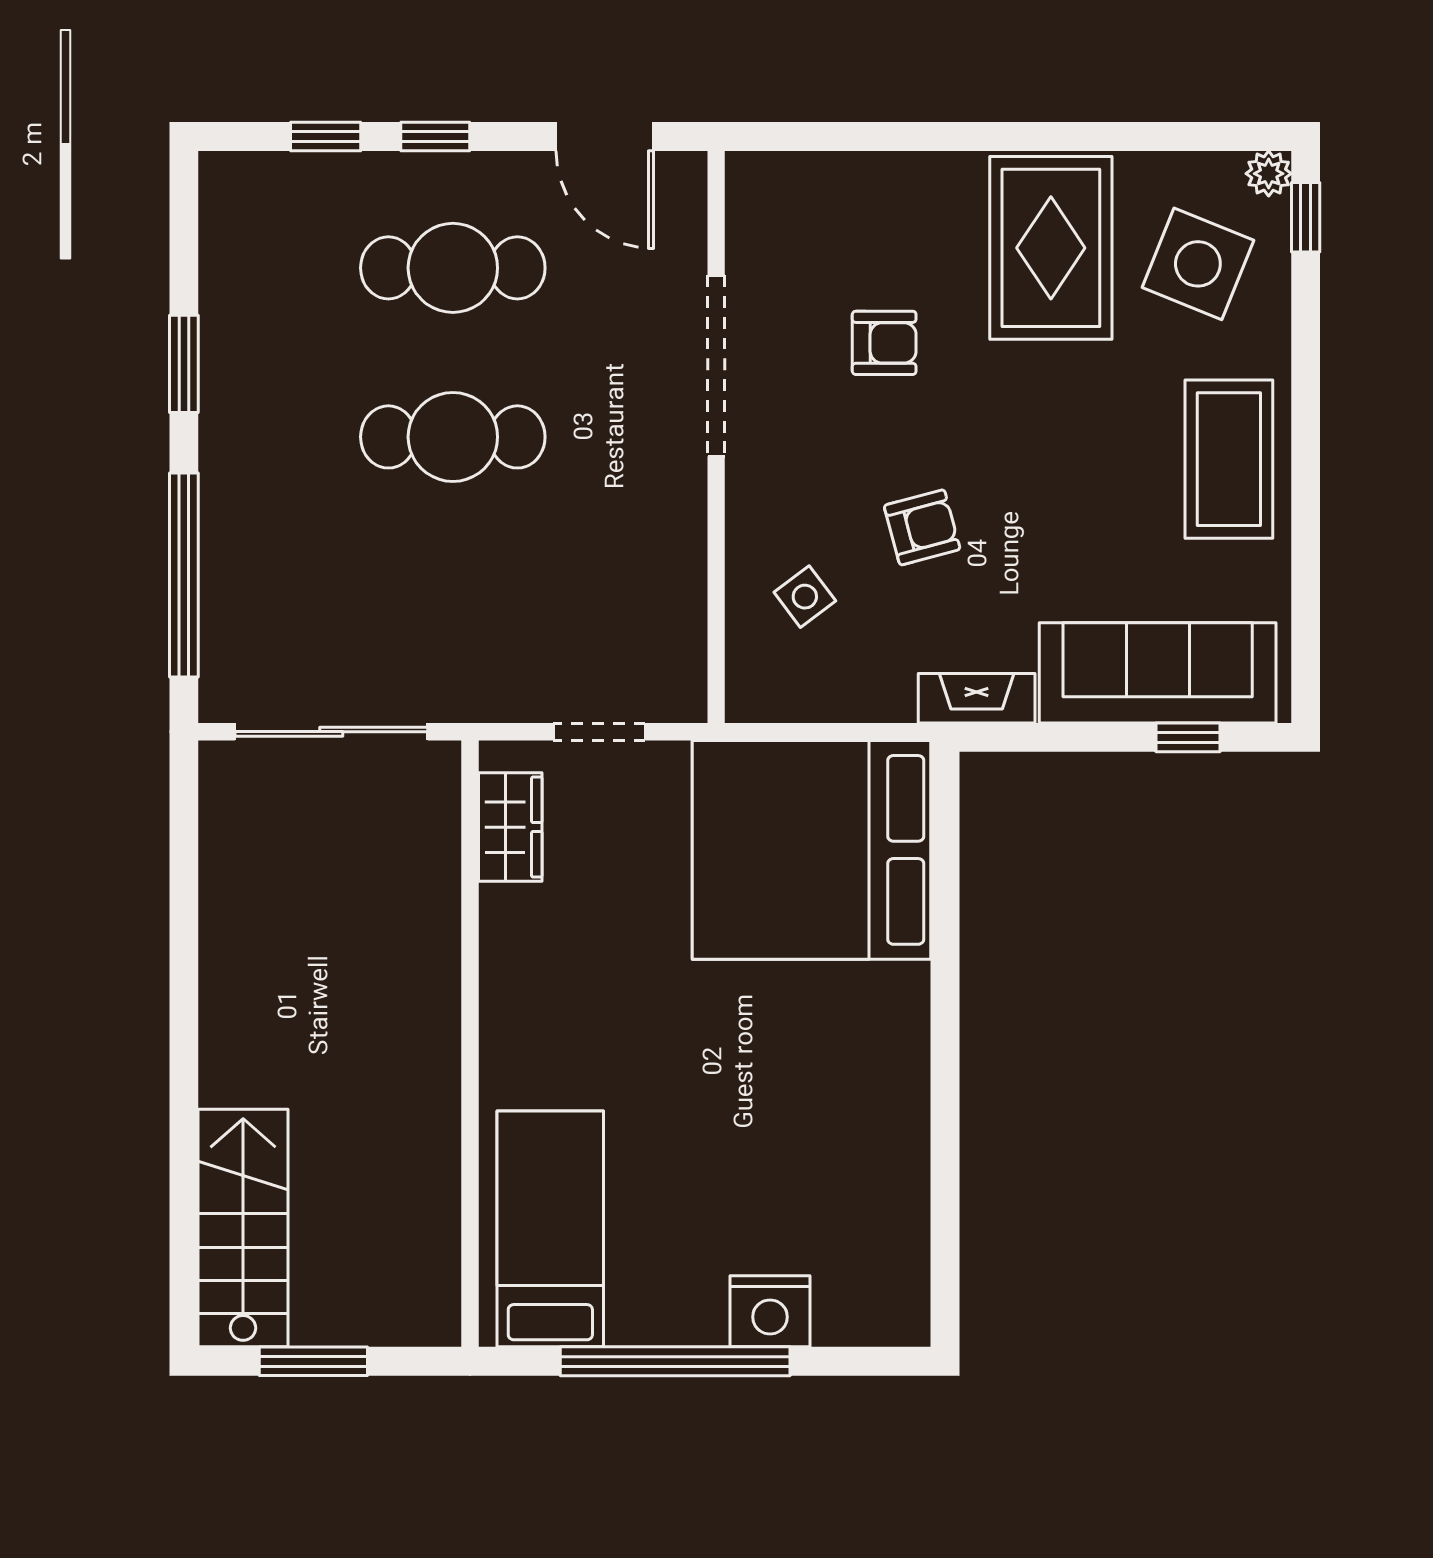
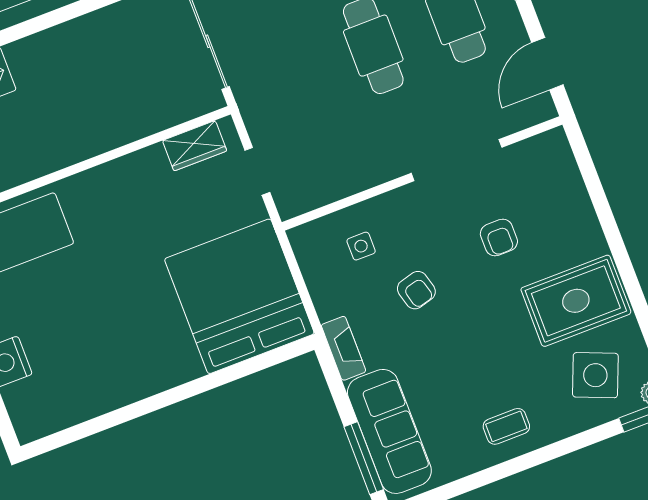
coffee table: (1229, 459) -> (506, 426), width x0.54, depth x0.58
side table: (805, 597) -> (361, 246), turned 37
window: (1188, 737) -> (364, 458), width x2.17

